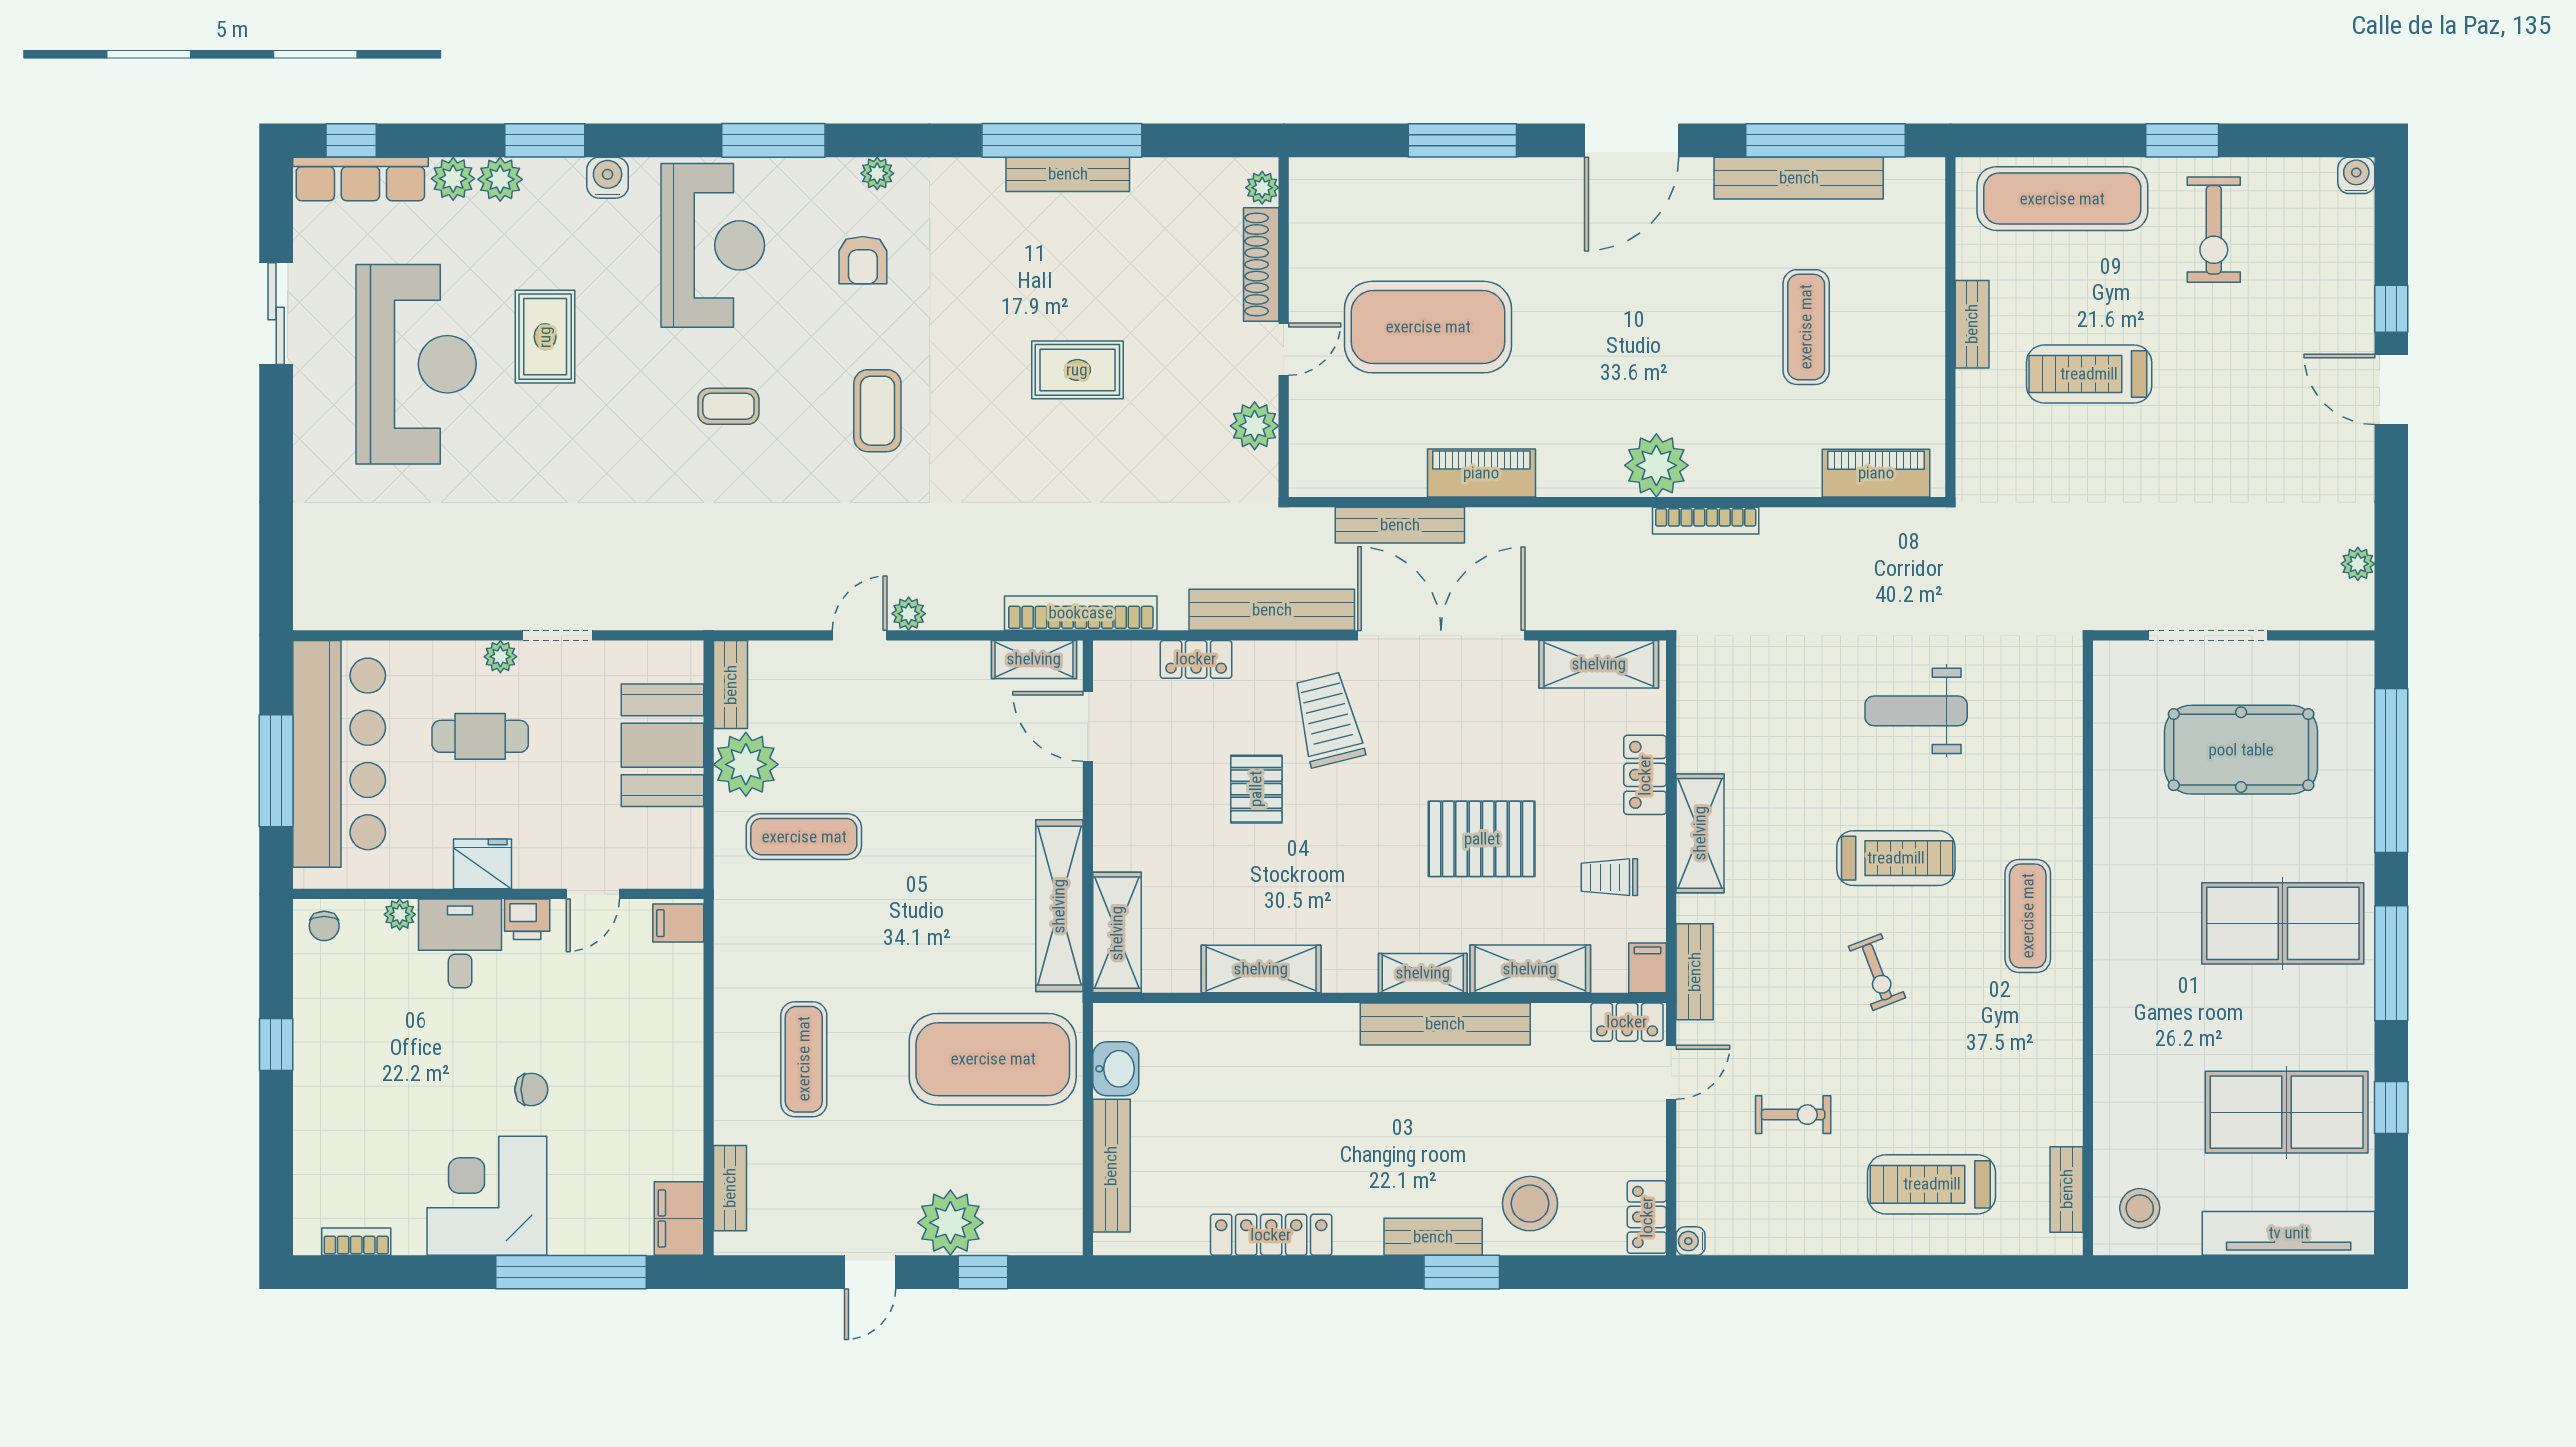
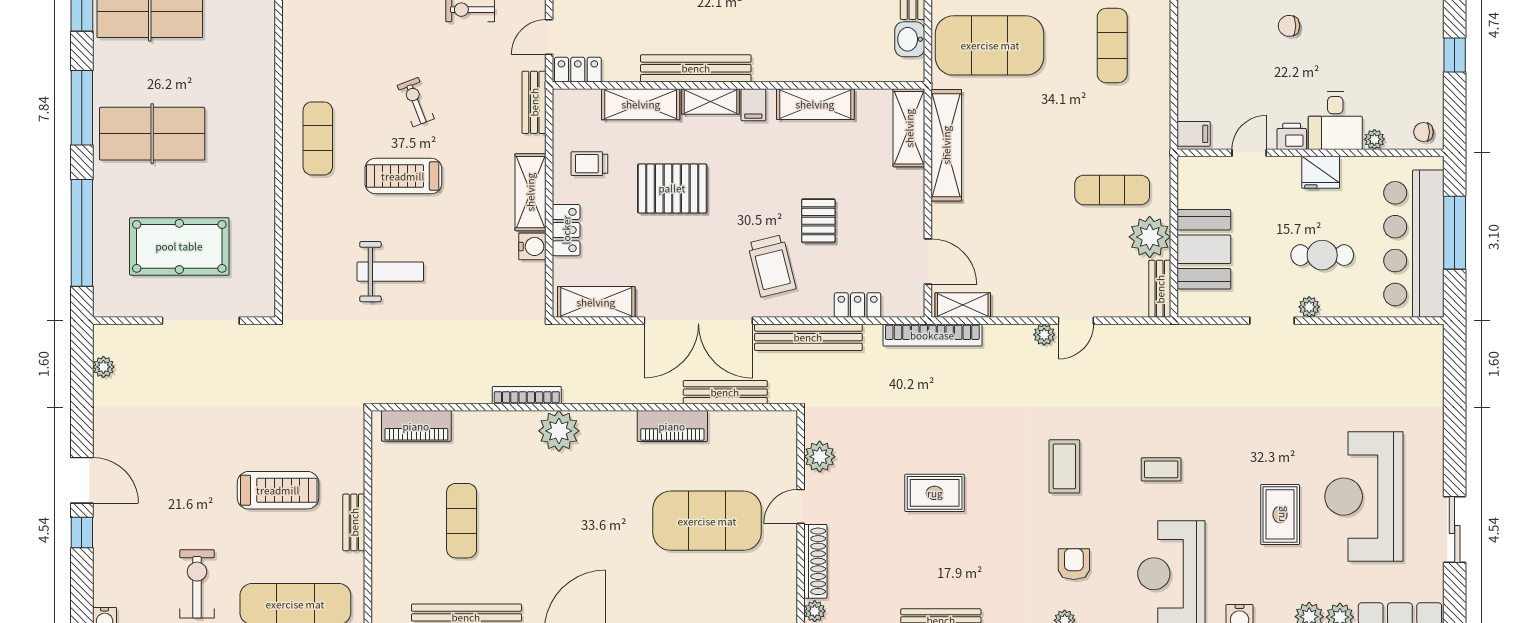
water cooler: (1697, 750) -> (532, 246), added
trolley: (1609, 877) -> (589, 164), turned 180
chair: (324, 926) -> (1423, 132), turned -90
filing cabinet: (1648, 968) -> (753, 105), moved

